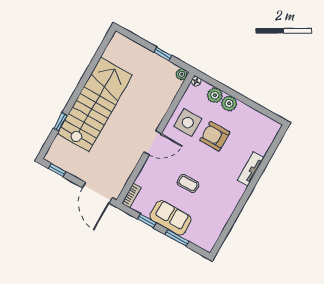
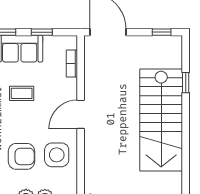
bookcase: (131, 195) -> (72, 64), moved

